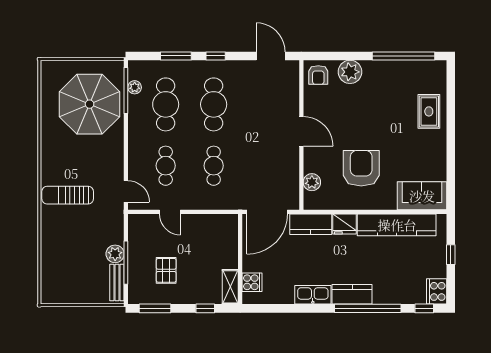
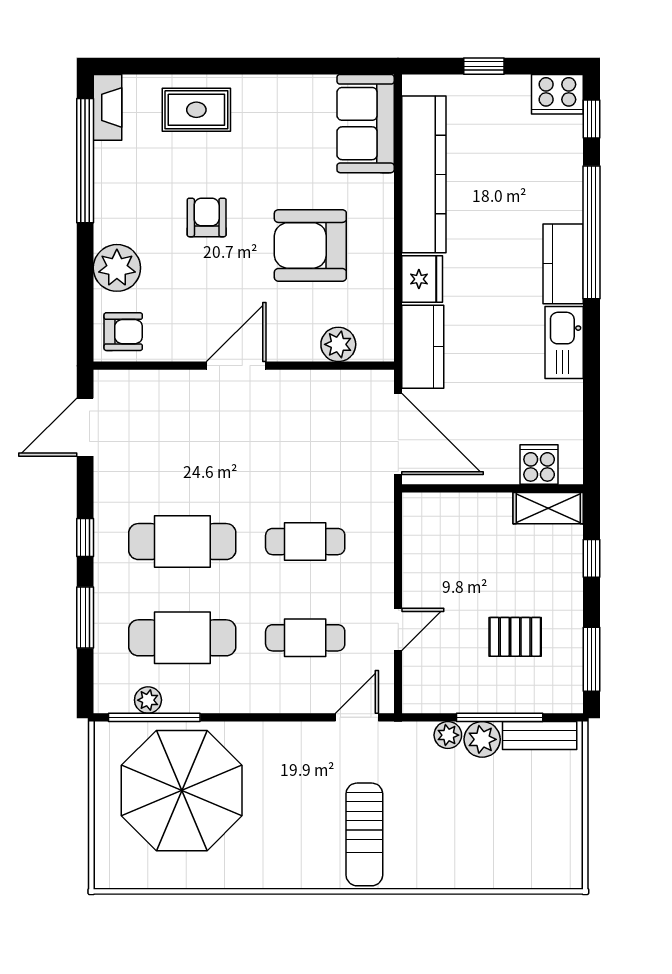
fireplace: (430, 67) -> (108, 107), added
armchair: (375, 117) -> (207, 217), added
plant: (117, 237) -> (448, 735), added

